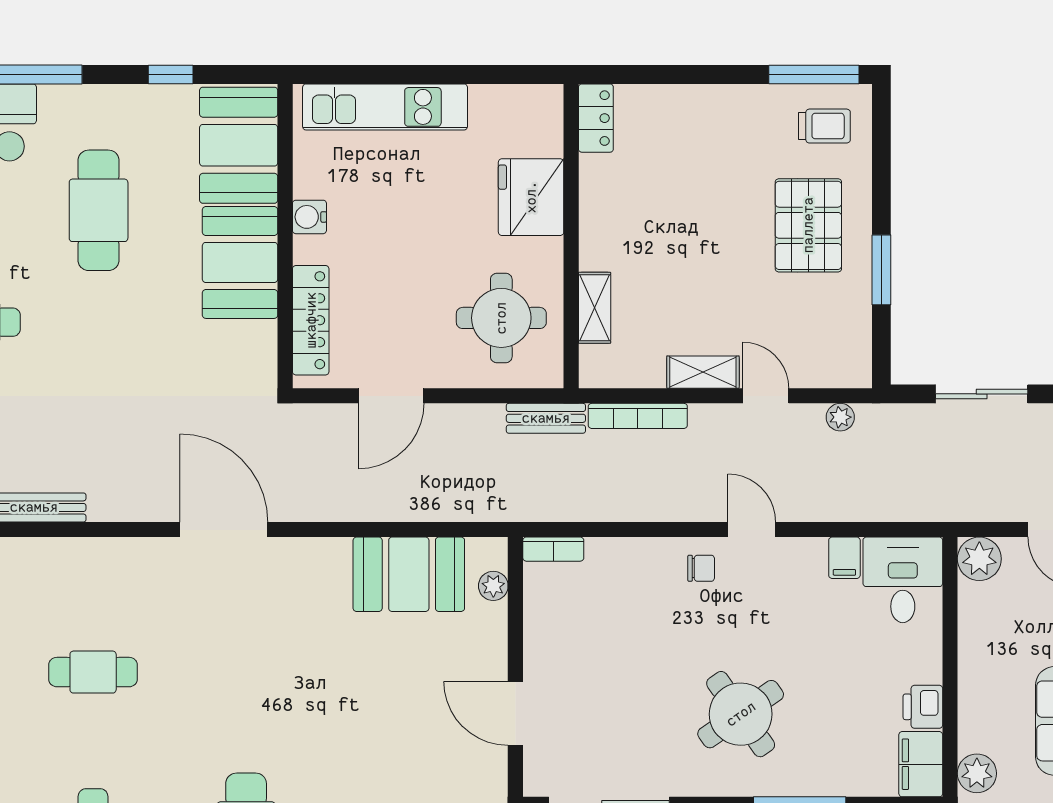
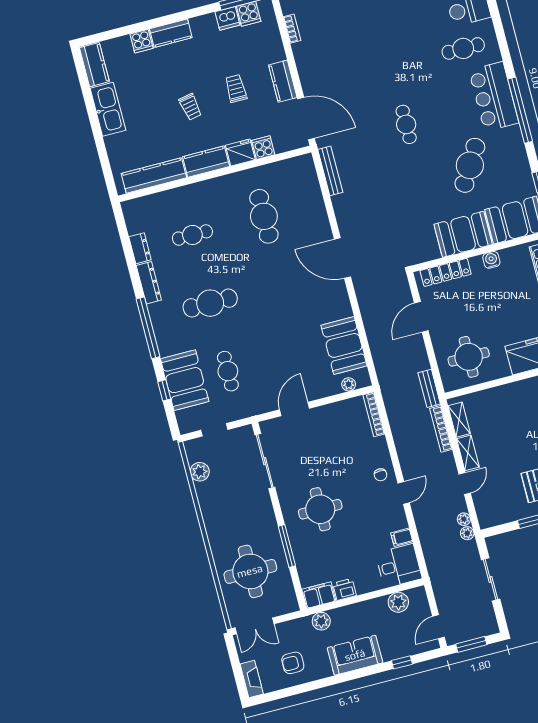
cafe table: (99, 210) -> (470, 165), turned -59
shelving: (595, 308) -> (459, 420), moved, turned 90
door: (391, 396) -> (421, 317), hinge flipped
plant: (872, 418) -> (467, 533), added
door: (224, 530) -> (342, 258), swing flipped
bookcase: (553, 549) -> (374, 414), width x1.56
plant: (979, 559) -> (398, 602), moved
cafe table: (93, 672) -> (264, 216), width x1.37, depth x1.35
round table: (741, 714) -> (320, 509), turned 35

